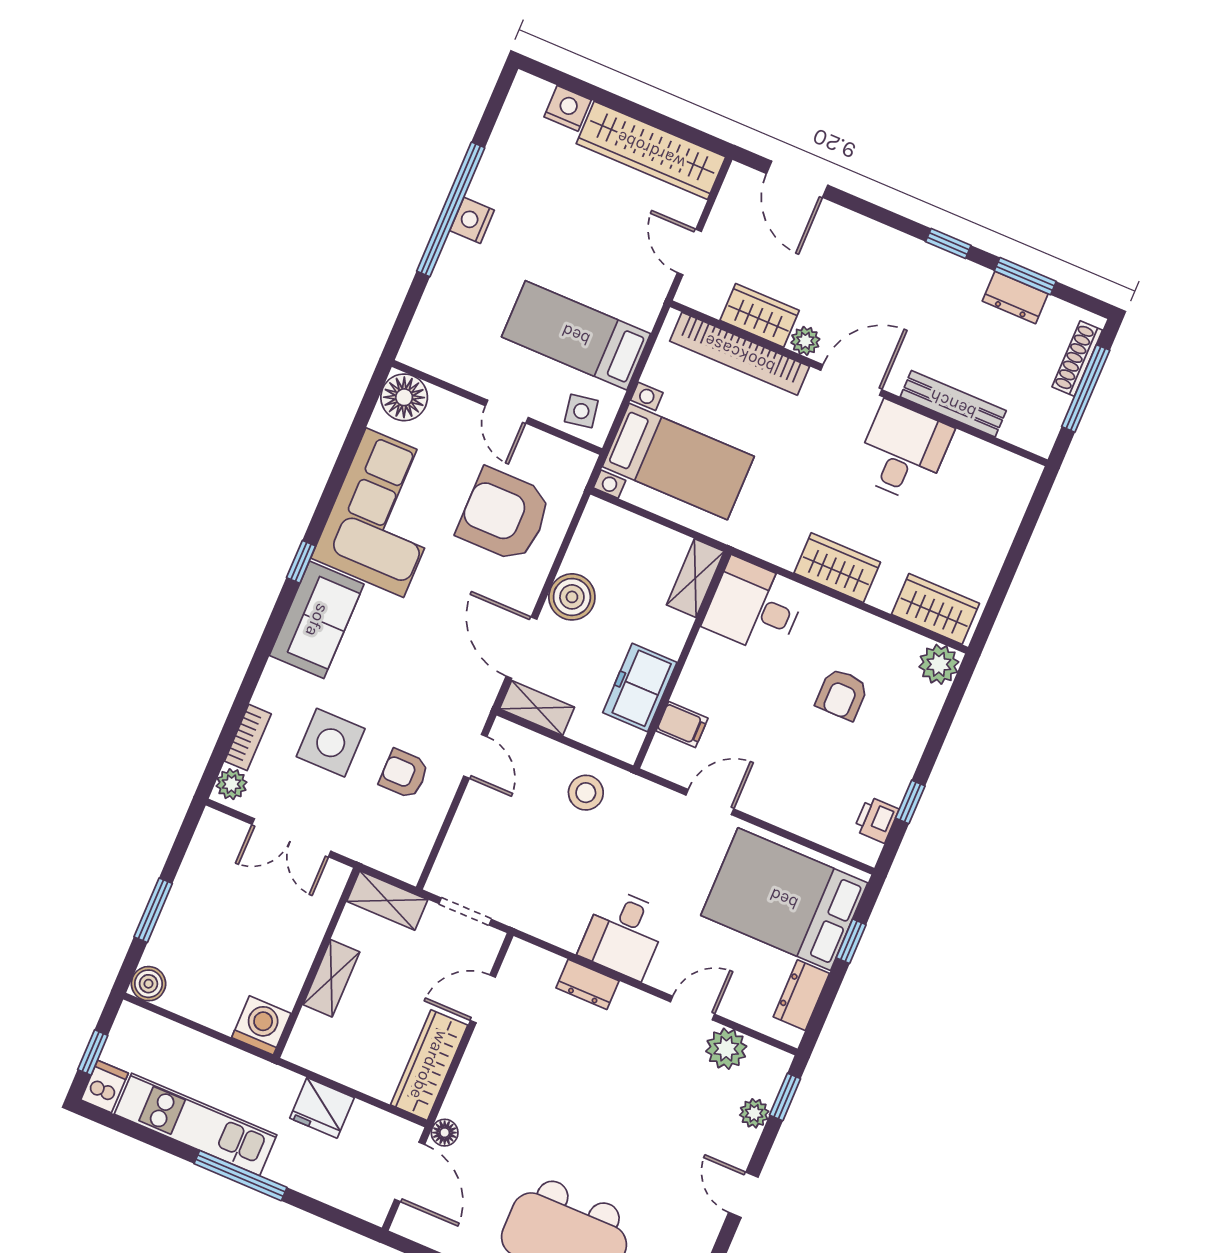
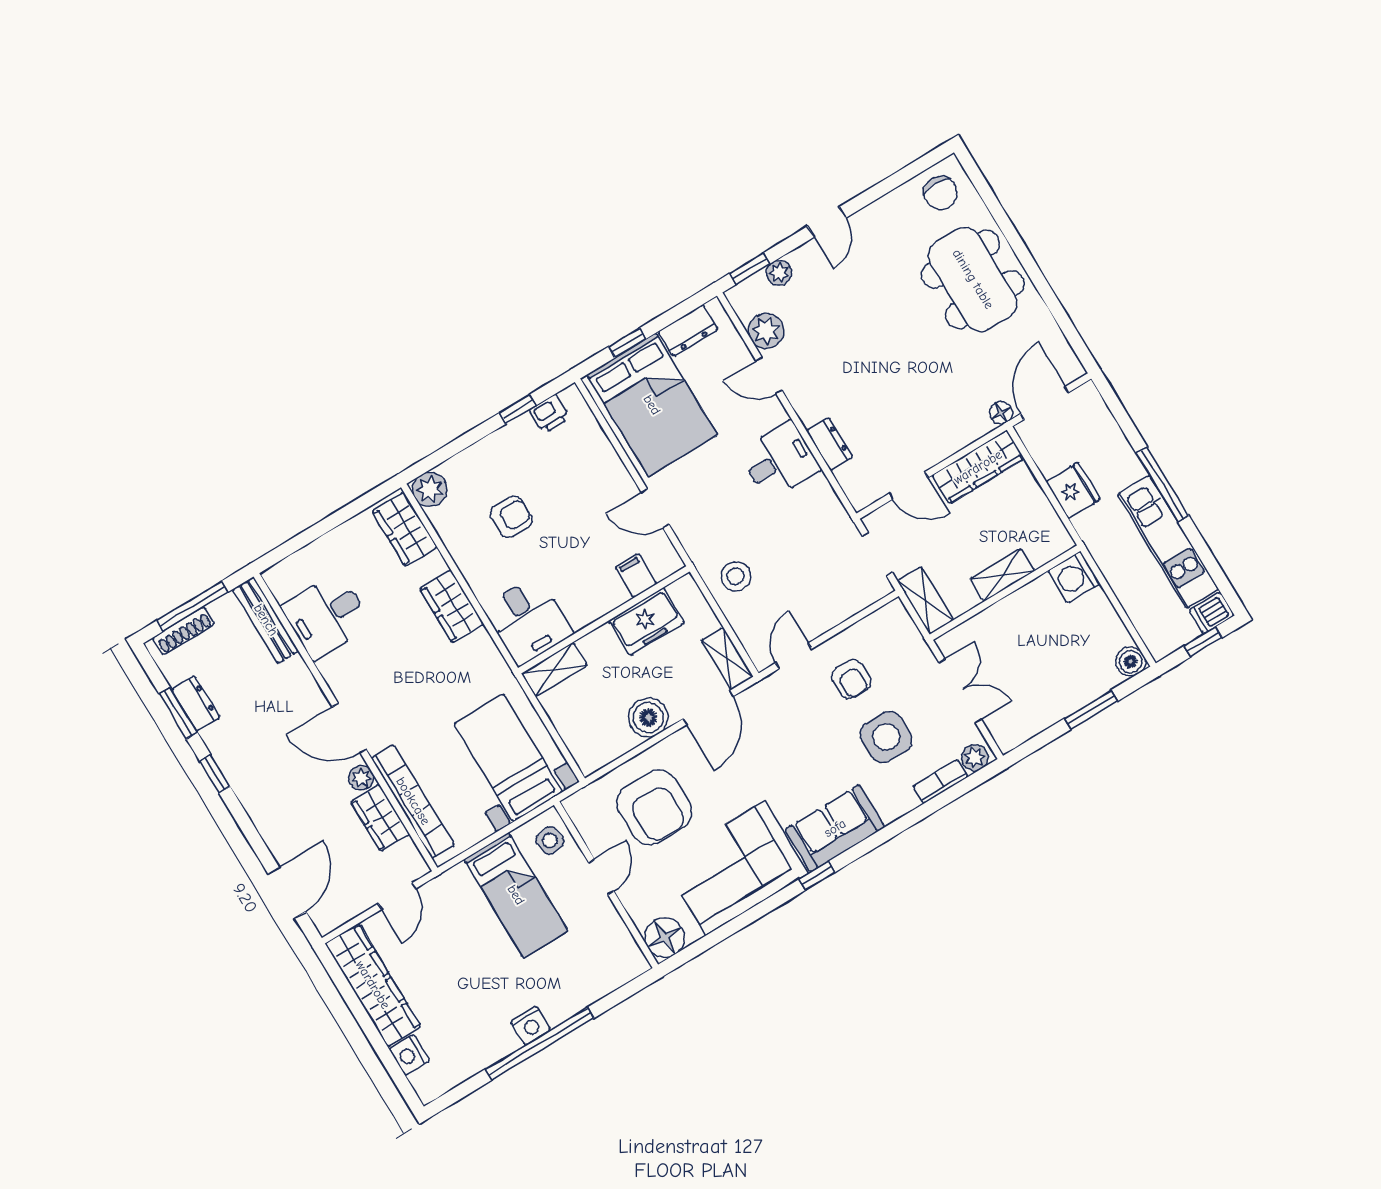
bench: (953, 404) -> (266, 620), moved
desk: (903, 452) -> (326, 616), moved

